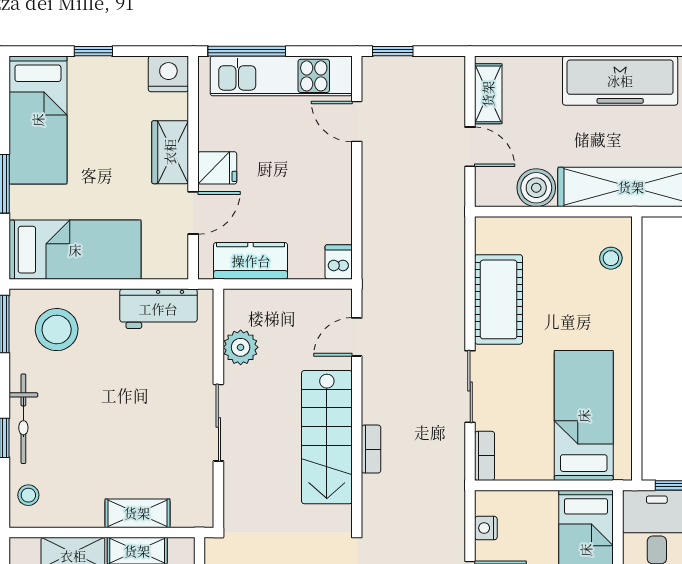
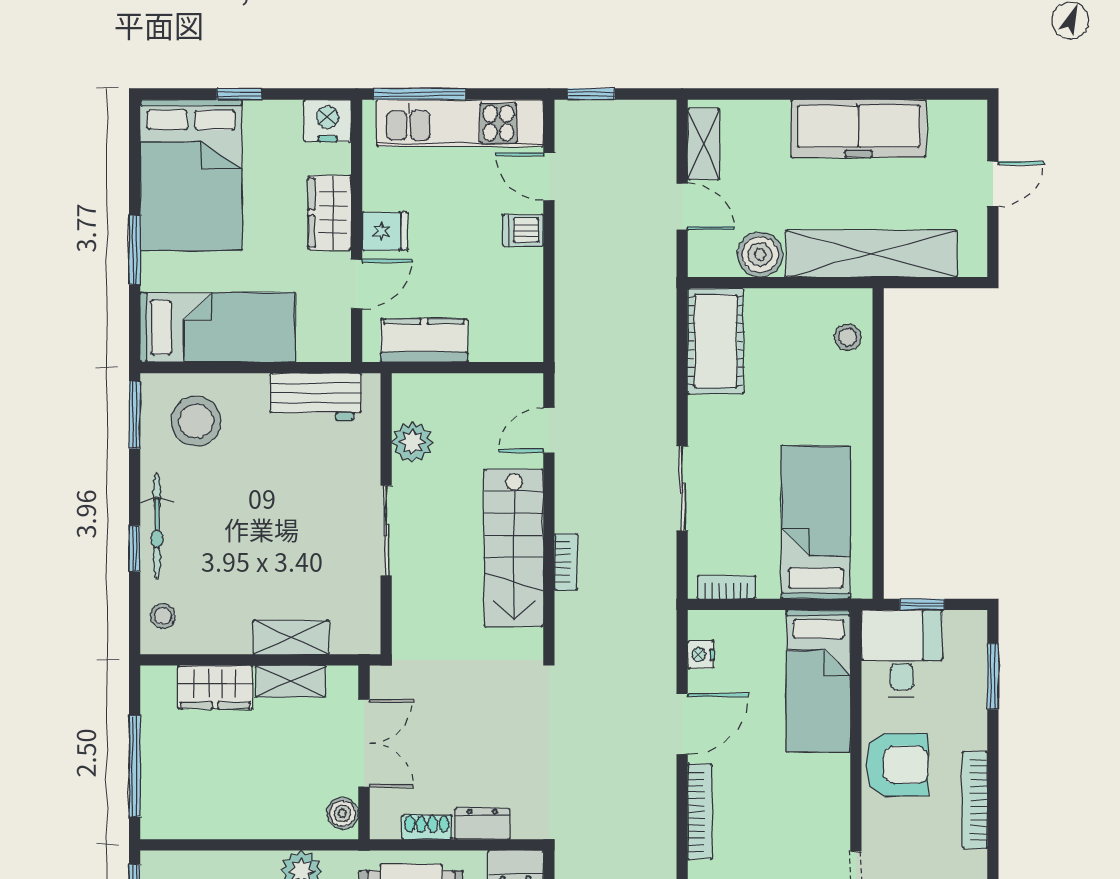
bed: (38, 120) -> (191, 175), width x1.50
dishwasher: (339, 262) -> (523, 230), moved, turned -90
cot: (499, 299) -> (716, 341), moved
bookcase: (485, 456) -> (727, 587), moved, turned -90

